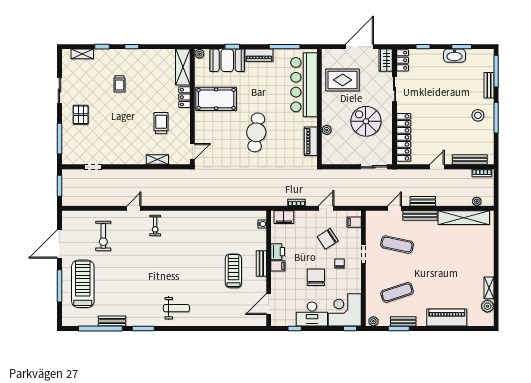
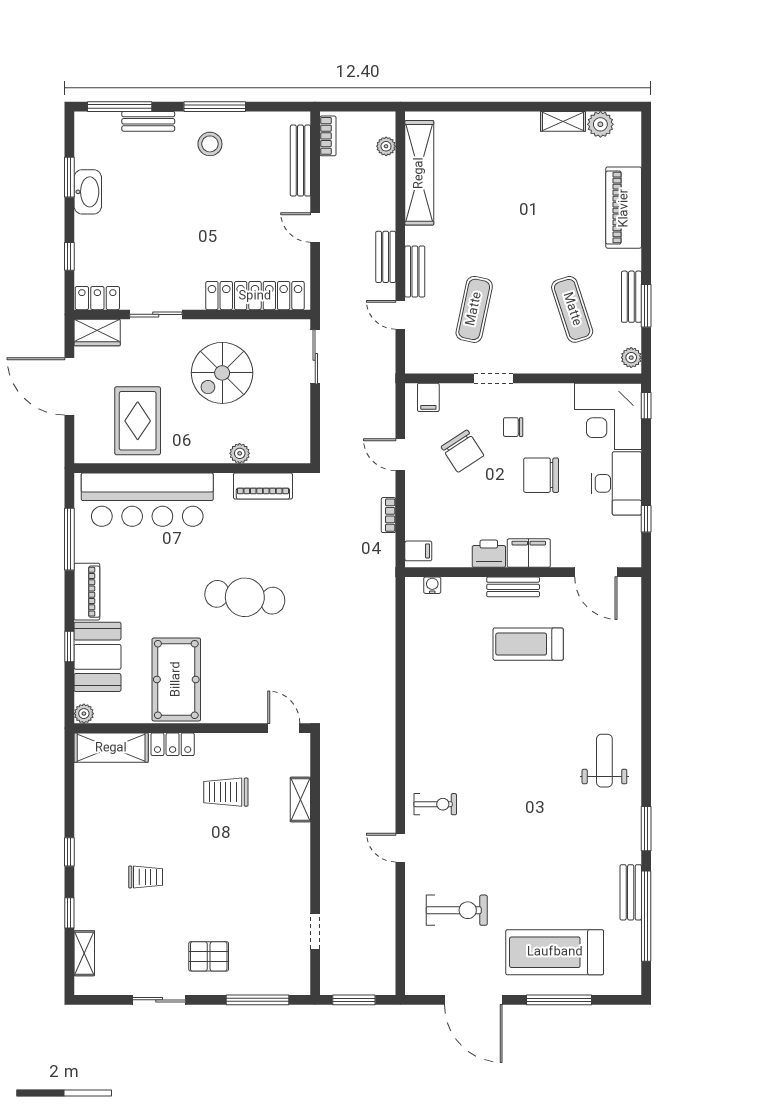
bench: (420, 215) -> (415, 271), width x0.73
filing cabinet: (284, 217) -> (418, 551), width x0.50
filing cabinet: (278, 266) -> (529, 553), width x2.00

